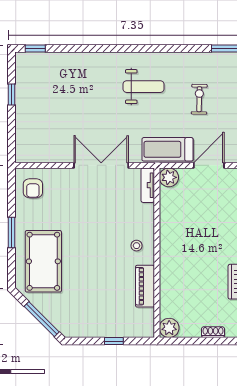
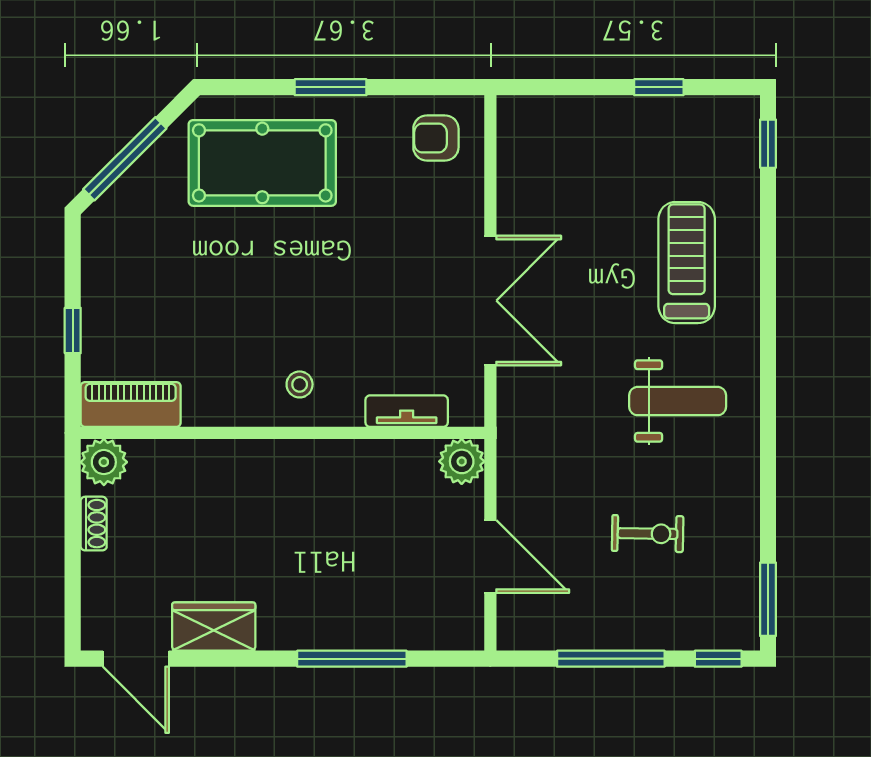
weight bench: (143, 87) -> (678, 401), turned -90
treadmill: (167, 149) -> (687, 263), moved
tv unit: (148, 185) -> (407, 411), moved
piano: (145, 286) -> (131, 404), moved
shoe rack: (213, 332) -> (94, 524), moved

